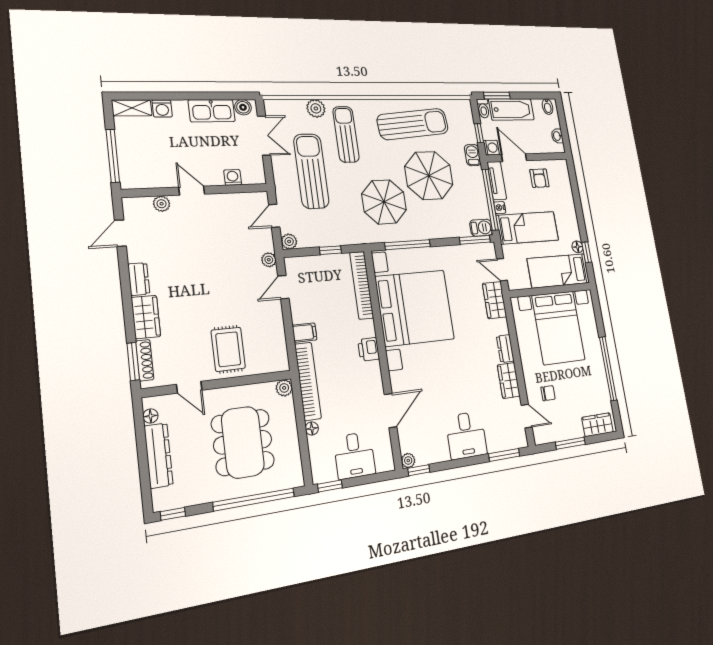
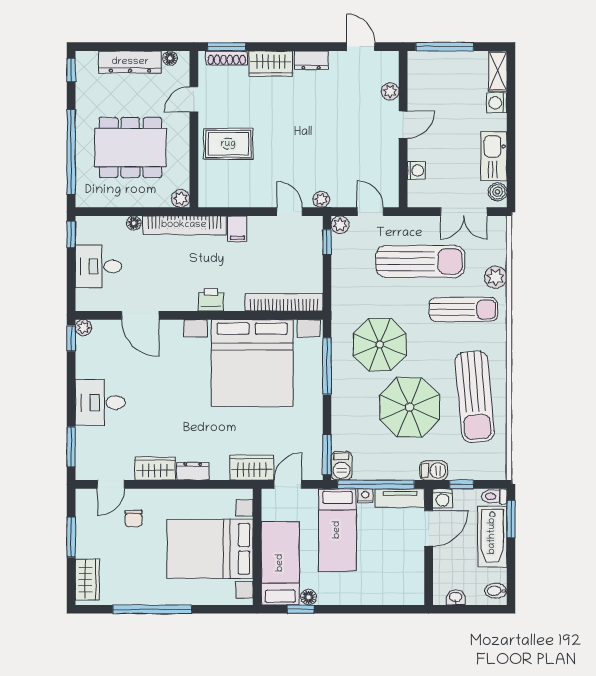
armchair: (539, 178) -> (400, 560), removed
window: (330, 250) -> (327, 242), moved

